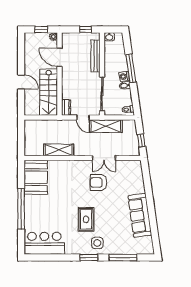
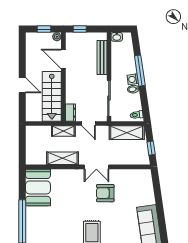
window: (85, 29) -> (80, 29), moved
shelving: (59, 125) -> (63, 131), added
shelving: (106, 126) -> (127, 133), moved
double door: (104, 158) -> (96, 167), moved

